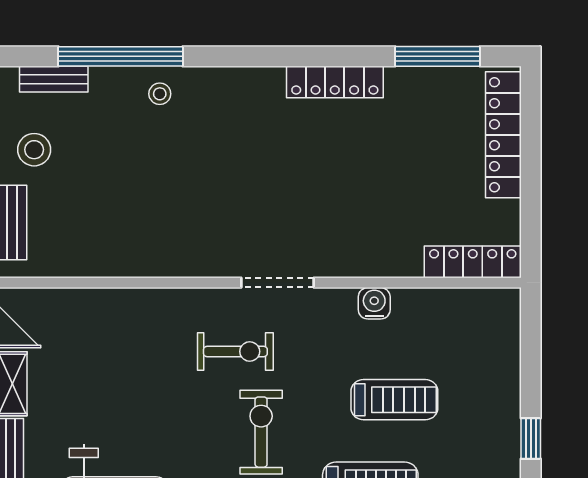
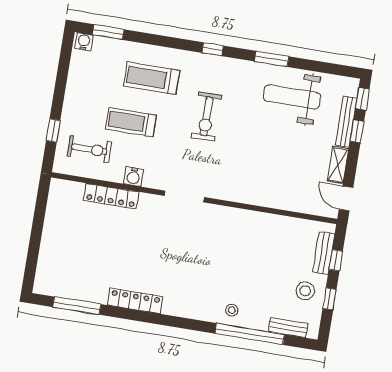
locker: (503, 135) -> (48, 257), removed
locker: (473, 262) -> (111, 196), moved
exercise bike: (235, 351) -> (89, 149), moved, turned 180
window: (531, 438) -> (53, 130), moved

